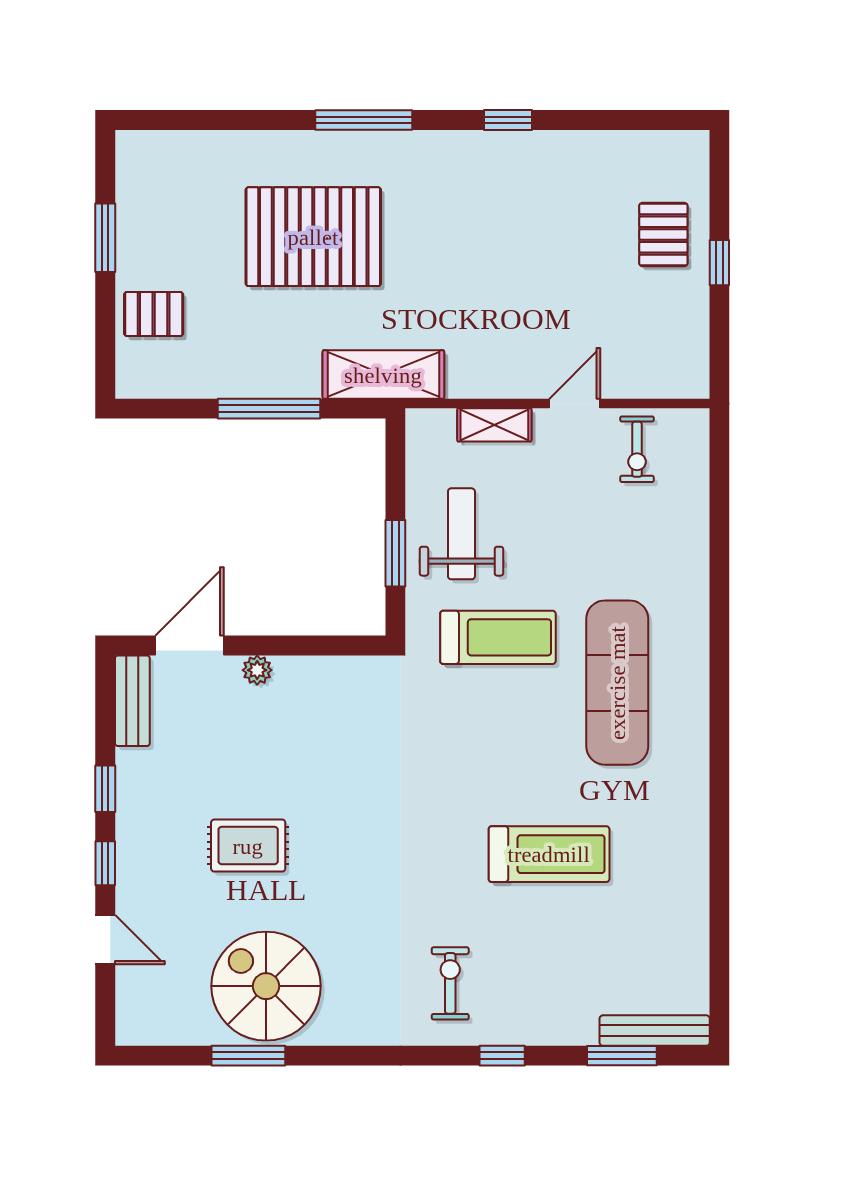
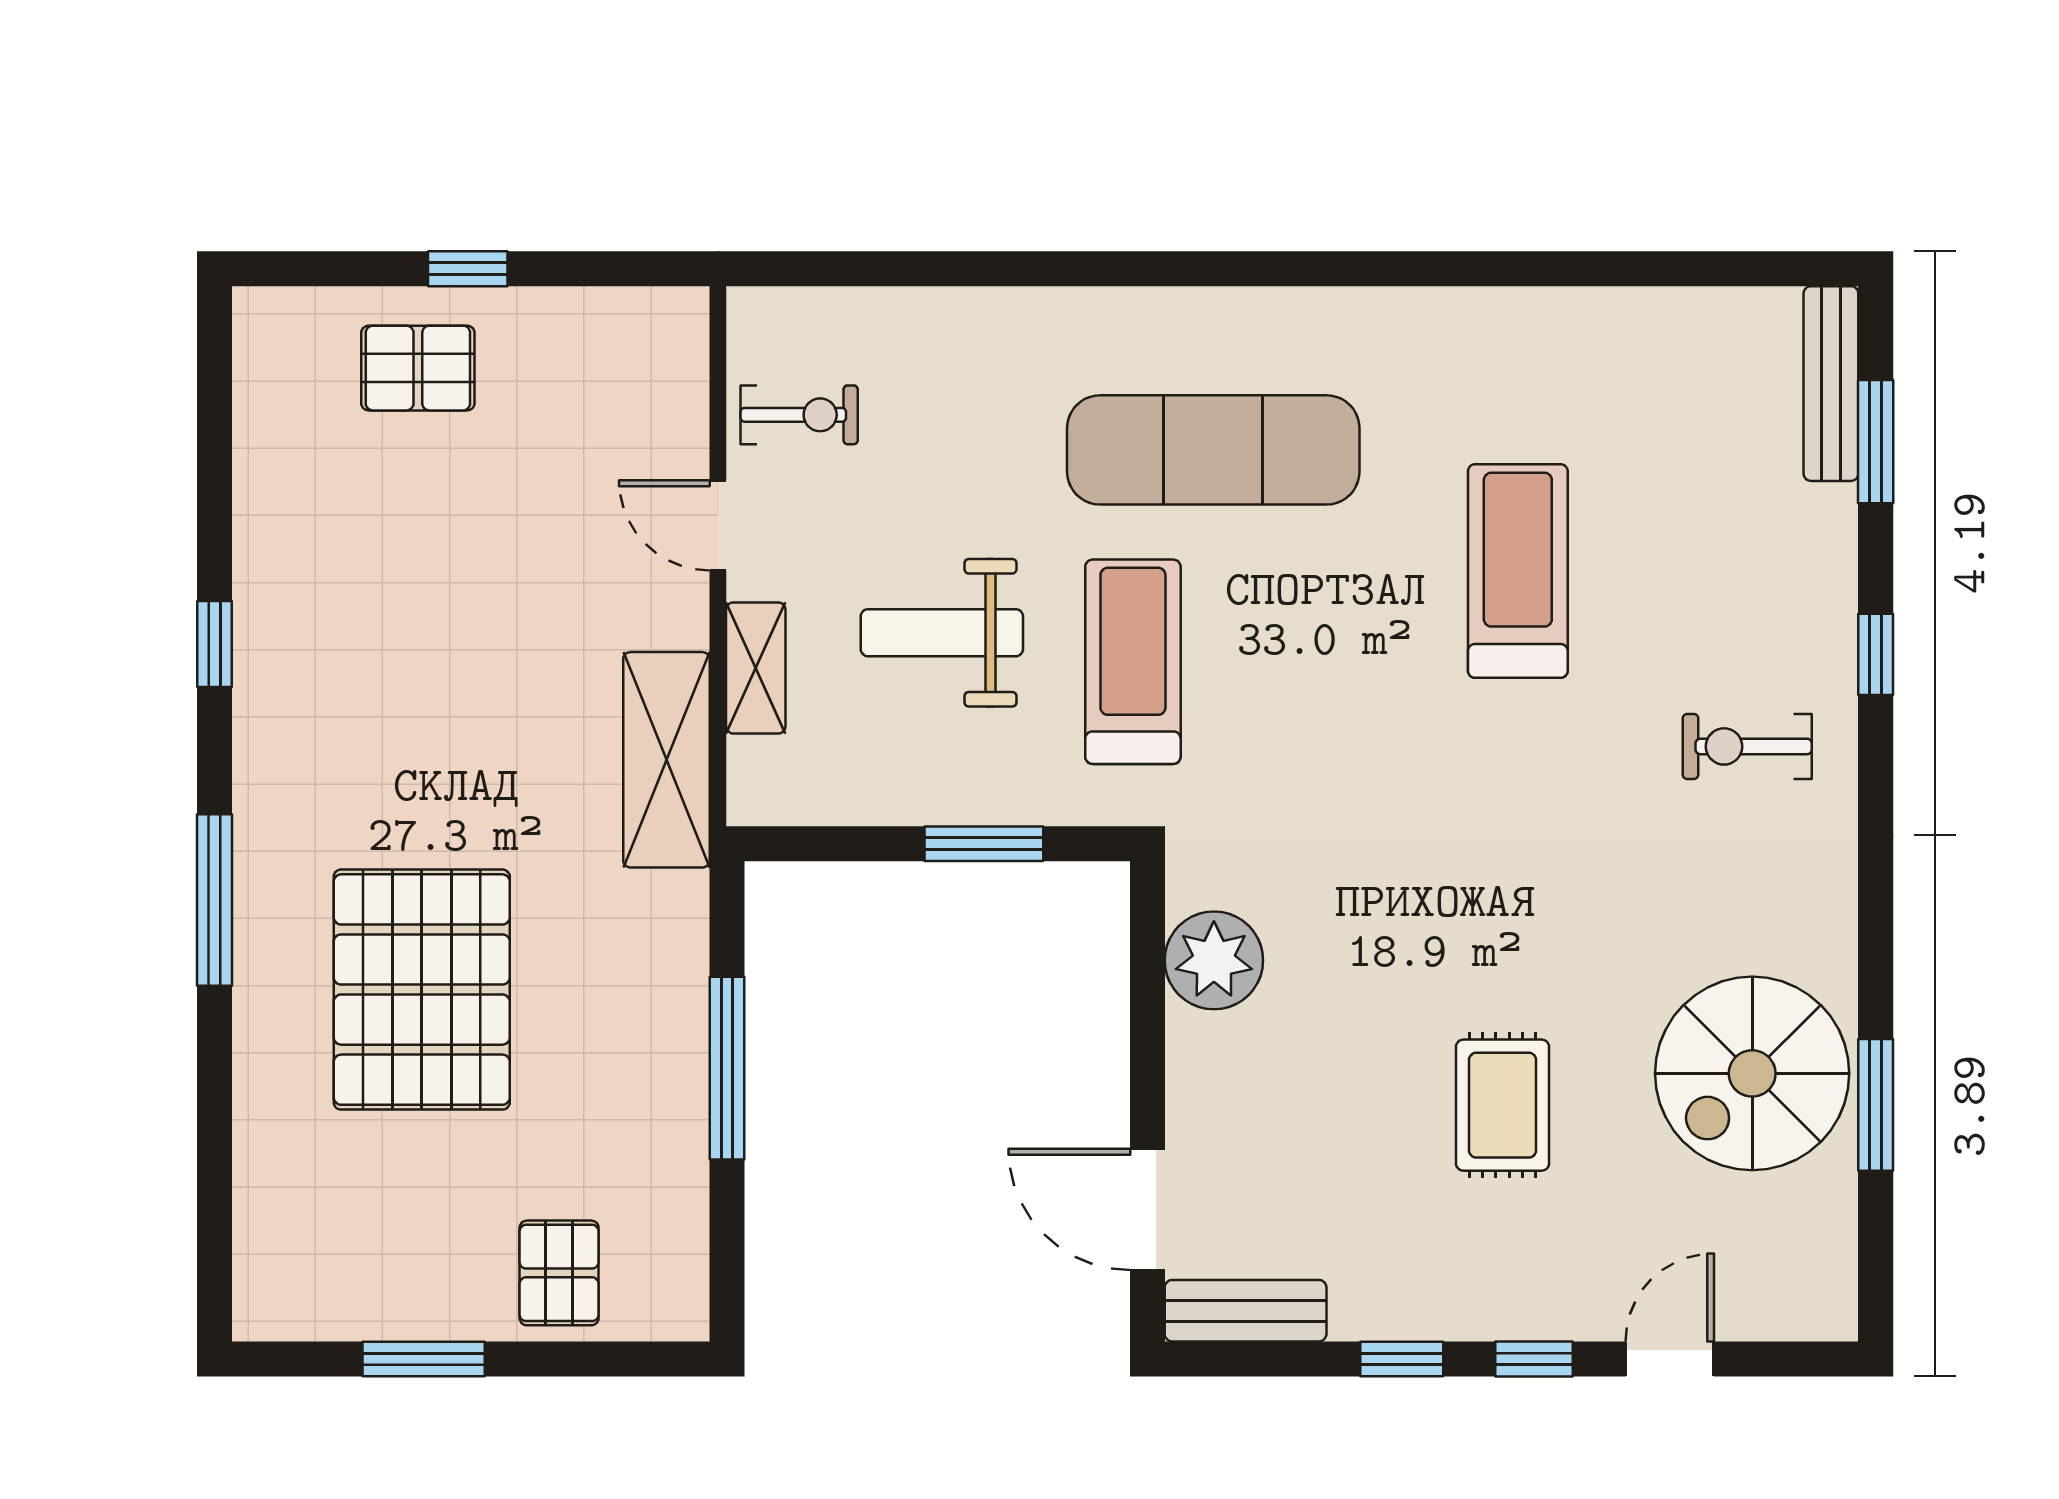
shelving: (383, 375) -> (666, 760), moved
weight bench: (461, 534) -> (942, 633), moved
plant: (257, 670) -> (1214, 960), moved, width x1.88, depth x1.88

